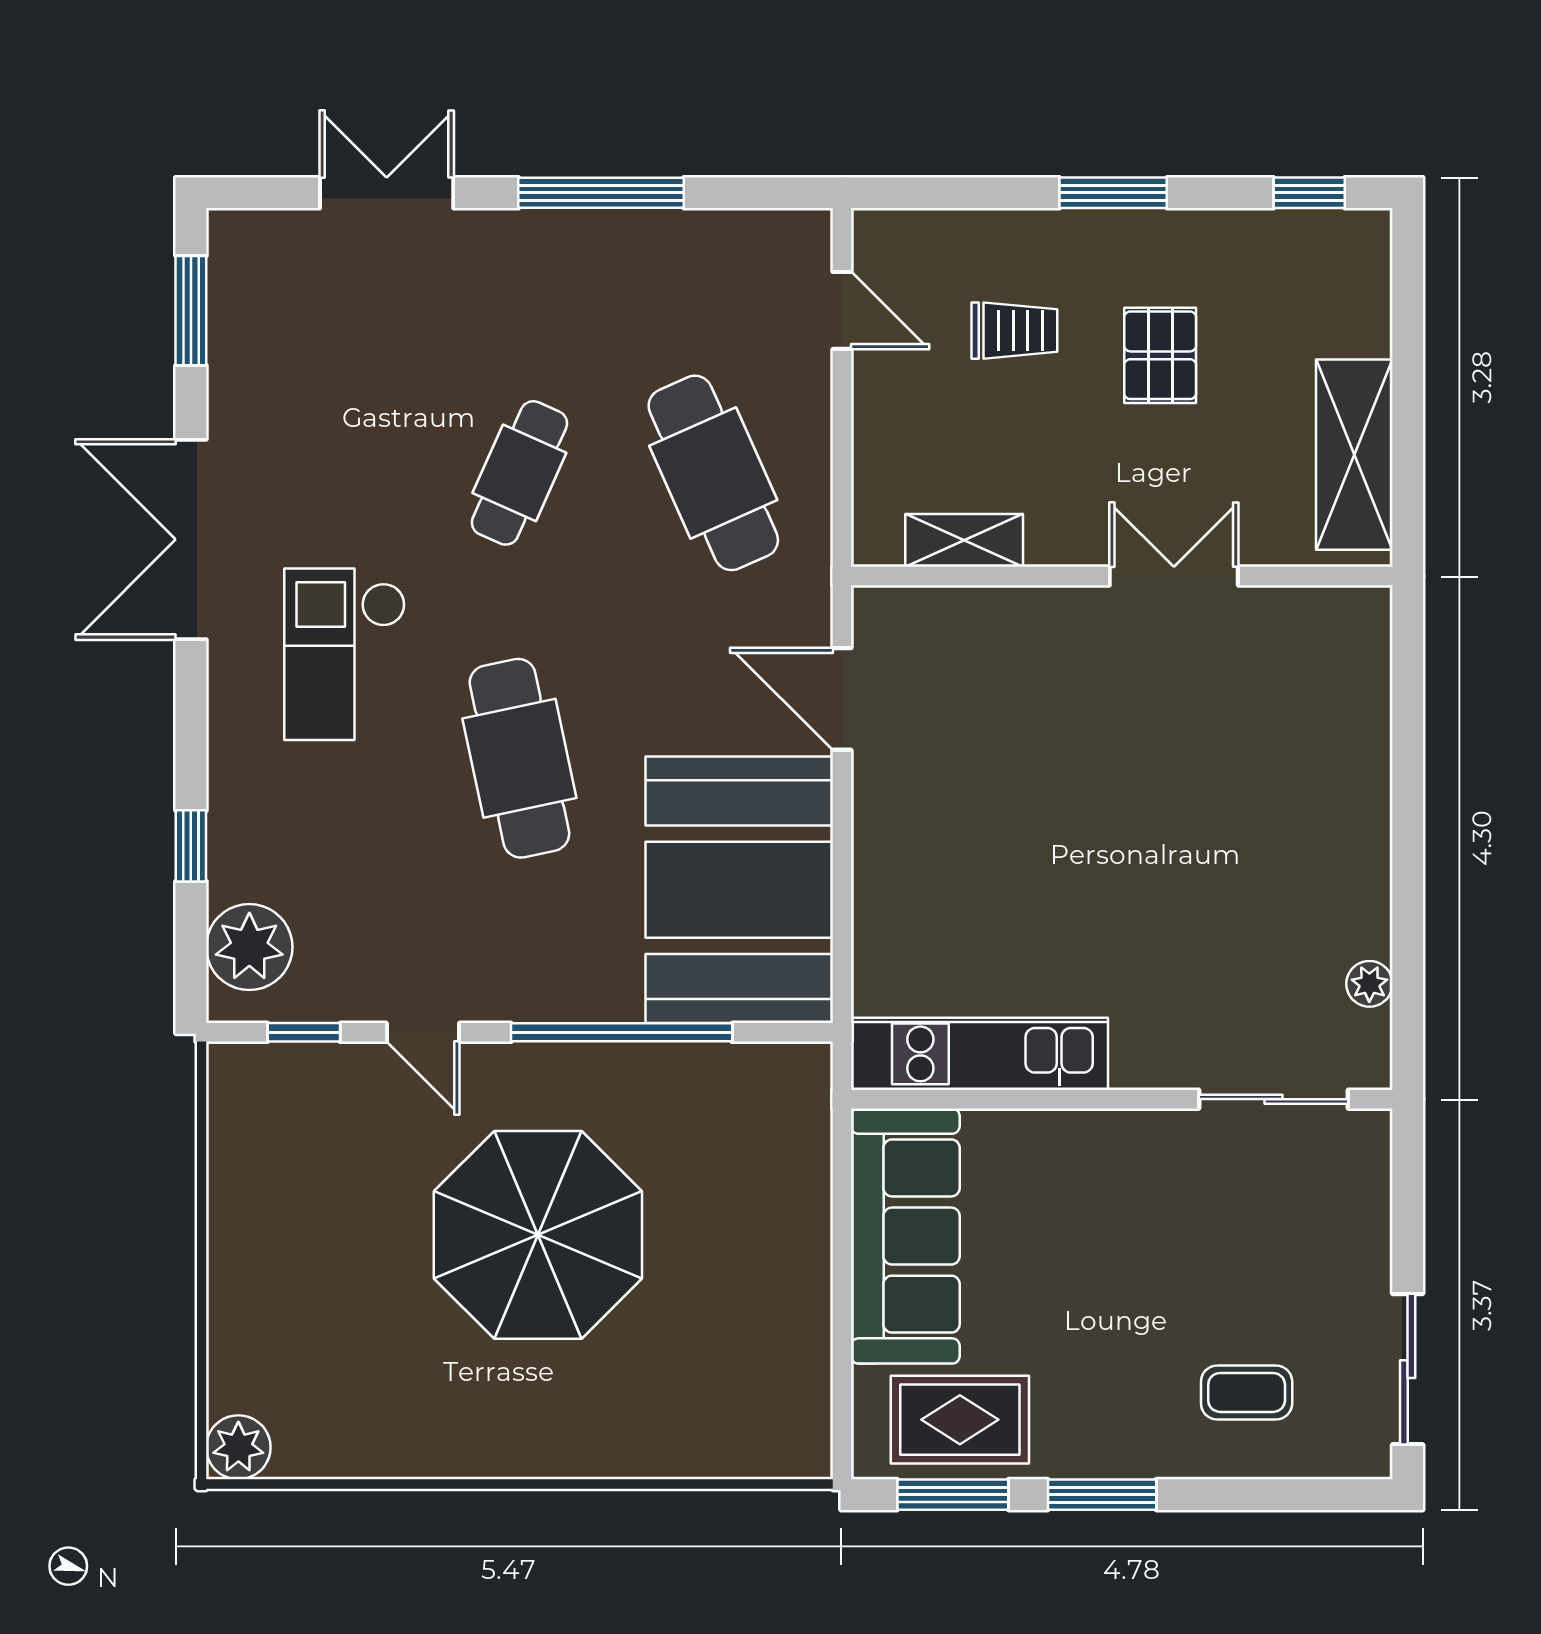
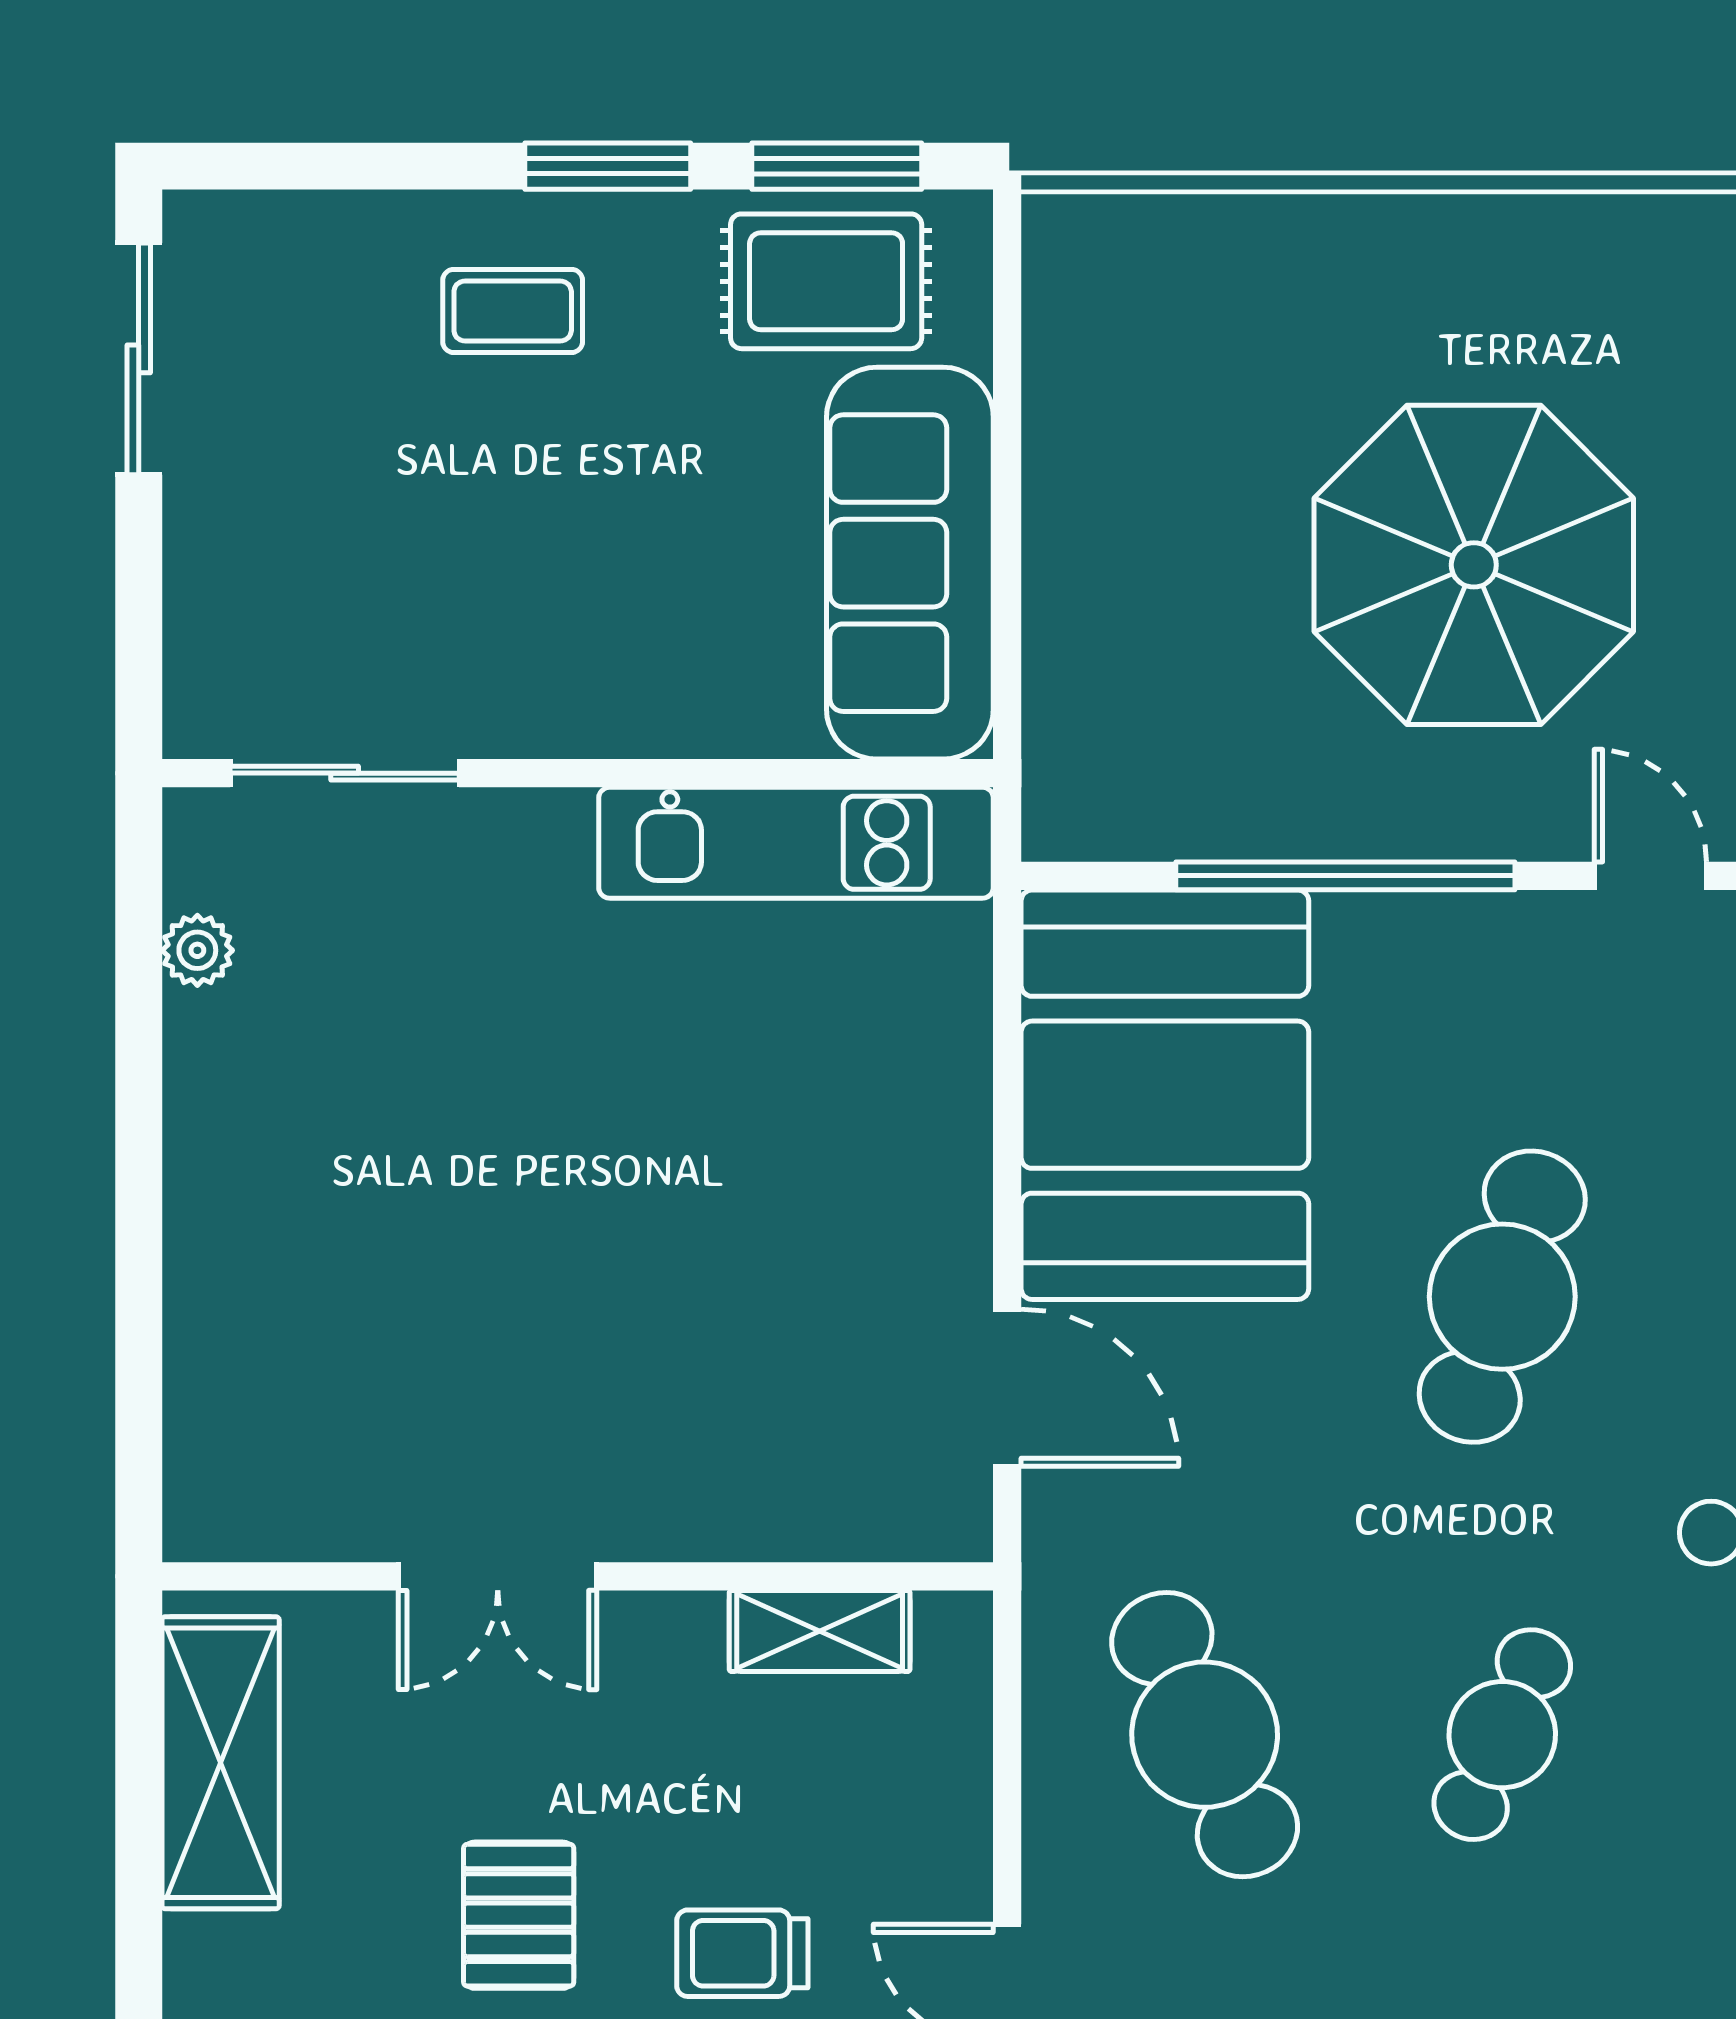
cafe table: (519, 758) -> (1502, 1297), turned 30
coffee table: (1247, 1392) -> (513, 311), moved

